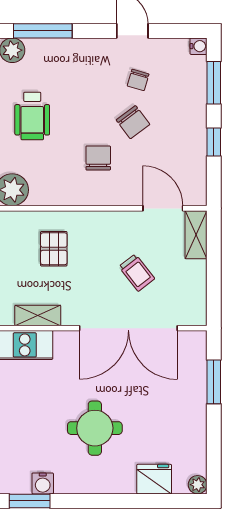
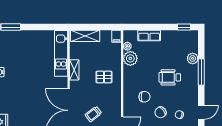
wheelchair: (32, 116) -> (170, 77), moved
round table: (95, 428) -> (24, 95), removed

